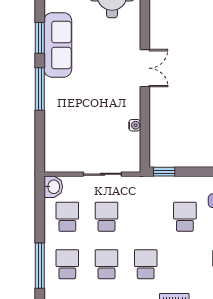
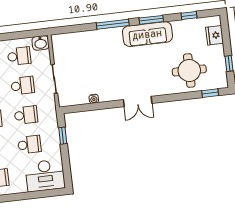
window: (164, 172) -> (63, 136), moved
school desk: (146, 217) -> (26, 115), added

